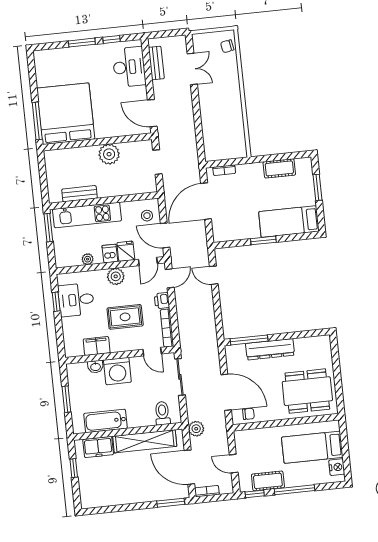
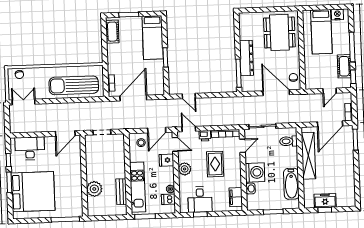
bench: (156, 63) -> (28, 128), removed
double door: (192, 69) -> (23, 102), moved
bed: (66, 114) -> (33, 192), moved, turned 180
sun lounger: (218, 120) -> (74, 85), added
plant: (109, 154) -> (94, 189), moved
cot: (279, 168) -> (112, 32), moved
door: (206, 201) -> (133, 98), swing flipped
dishwasher: (110, 254) -> (168, 199), moved
door: (214, 275) -> (189, 96), hinge flipped
filing cabinet: (97, 346) -> (236, 197), moved
door: (226, 392) -> (276, 93), hinge flipped
plant: (196, 429) -> (302, 117), removed
freezer: (98, 447) -> (325, 201), moved, turned -90

